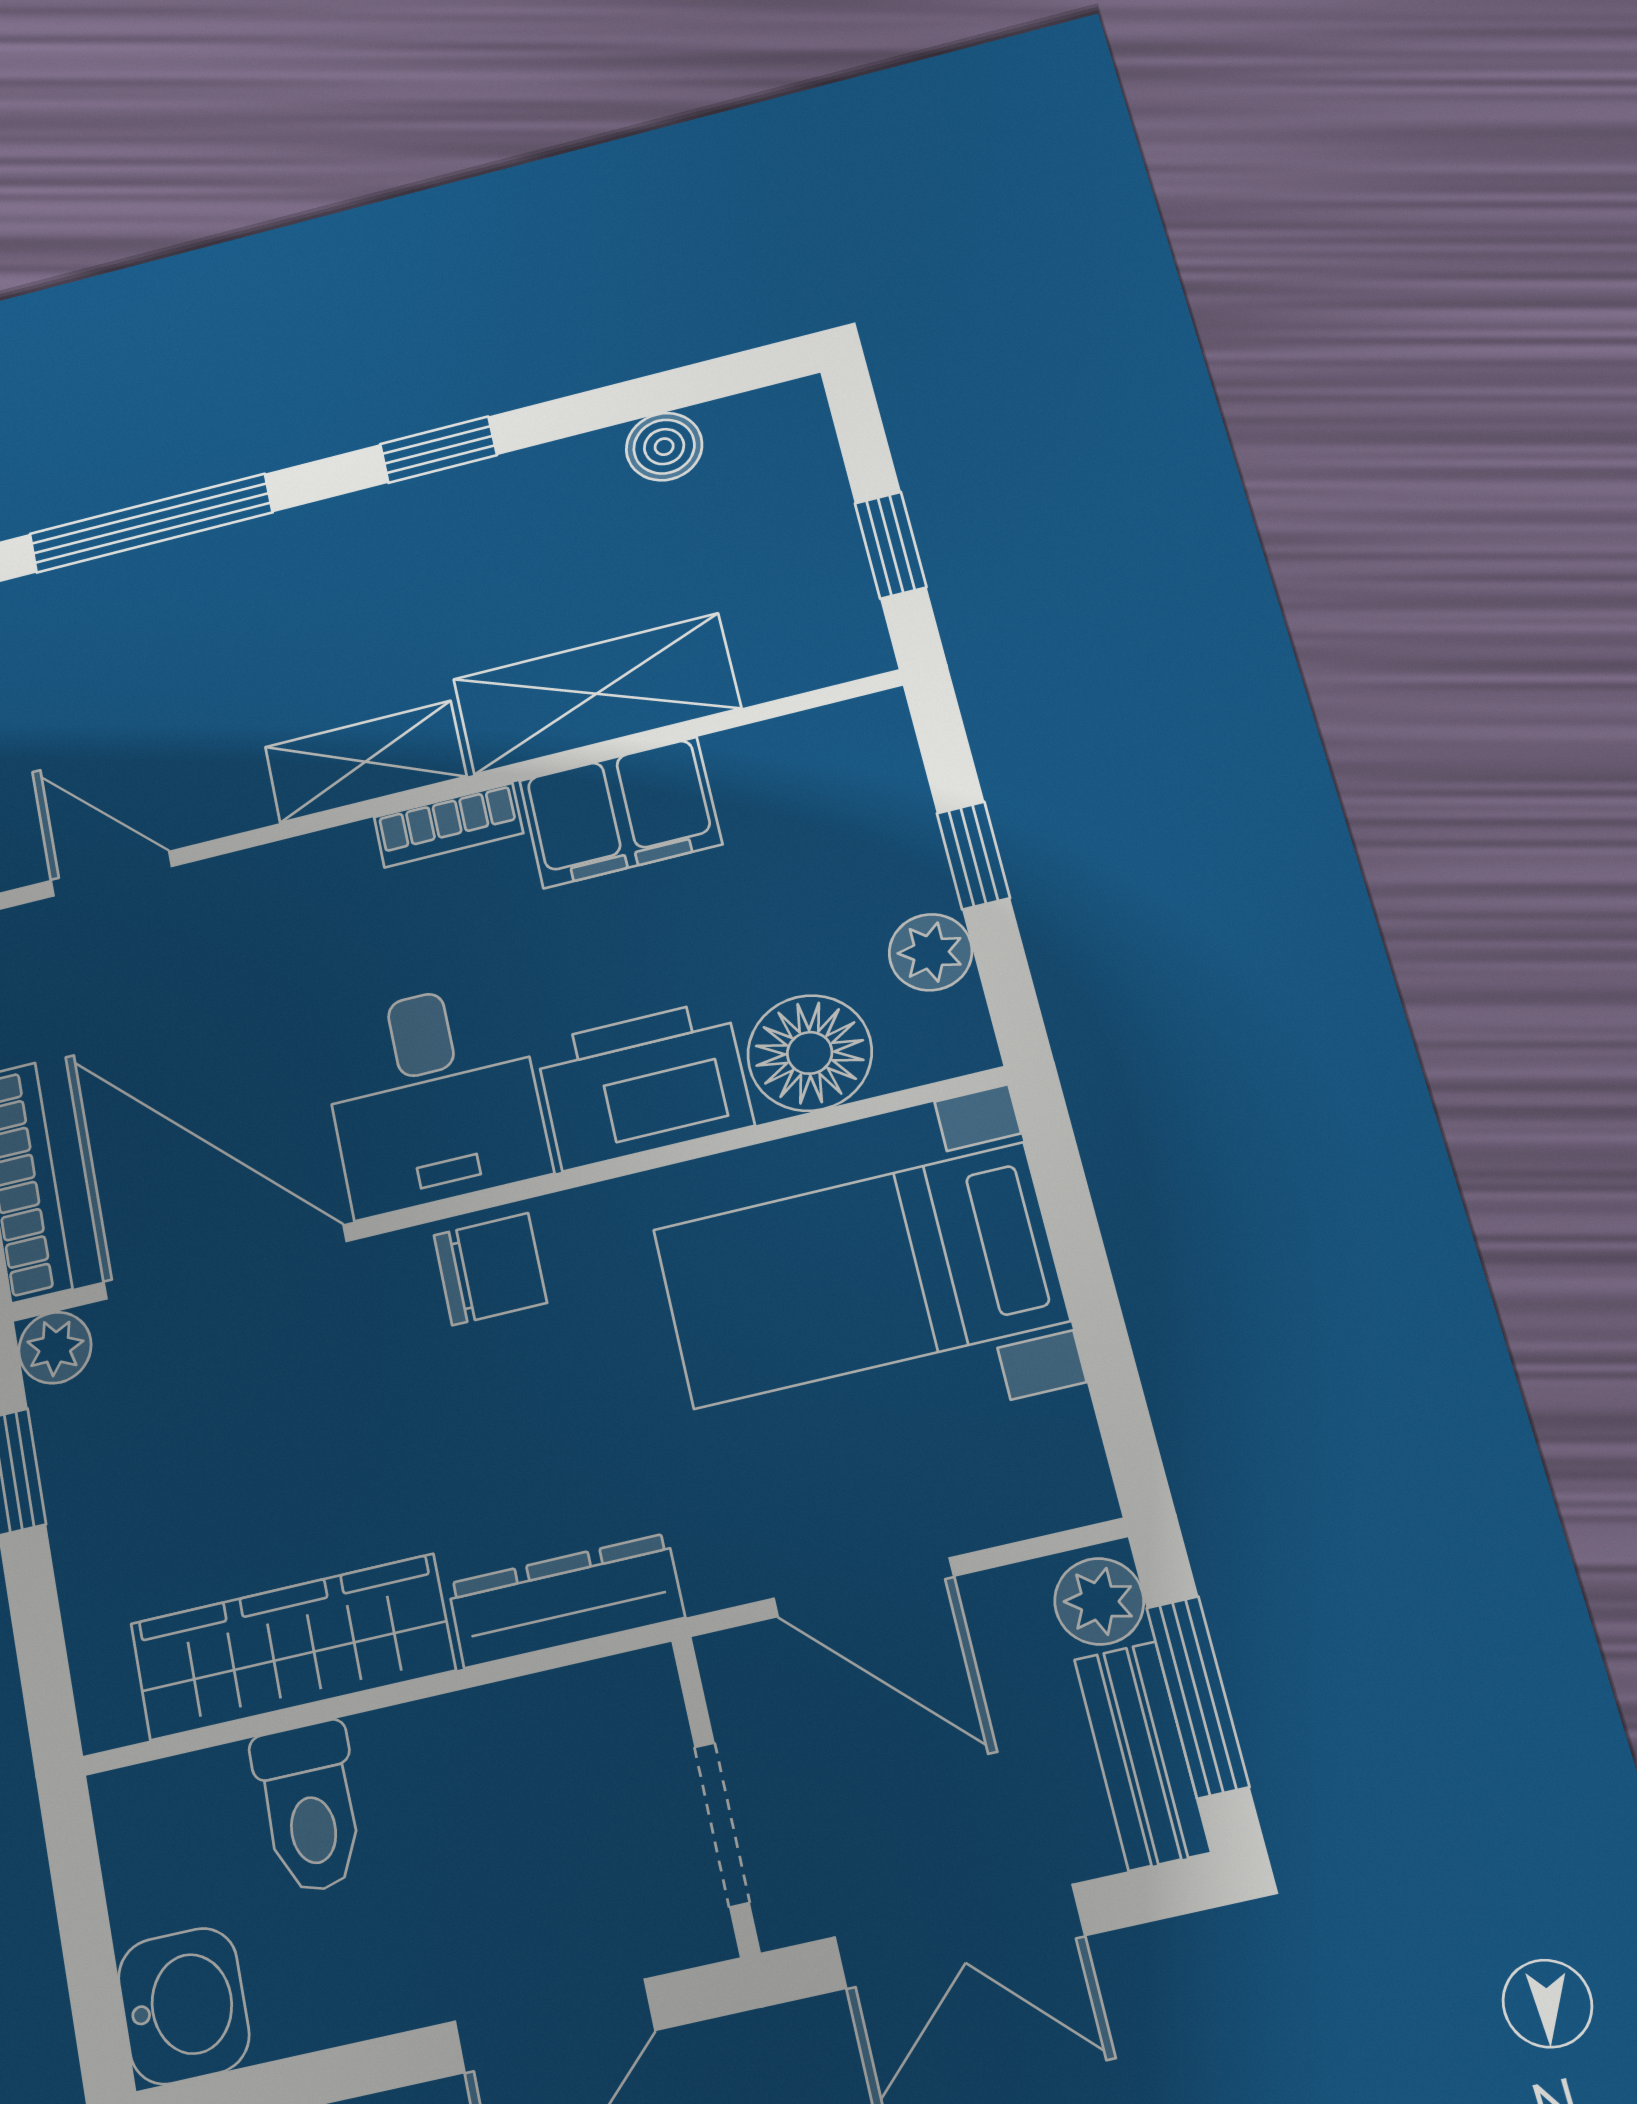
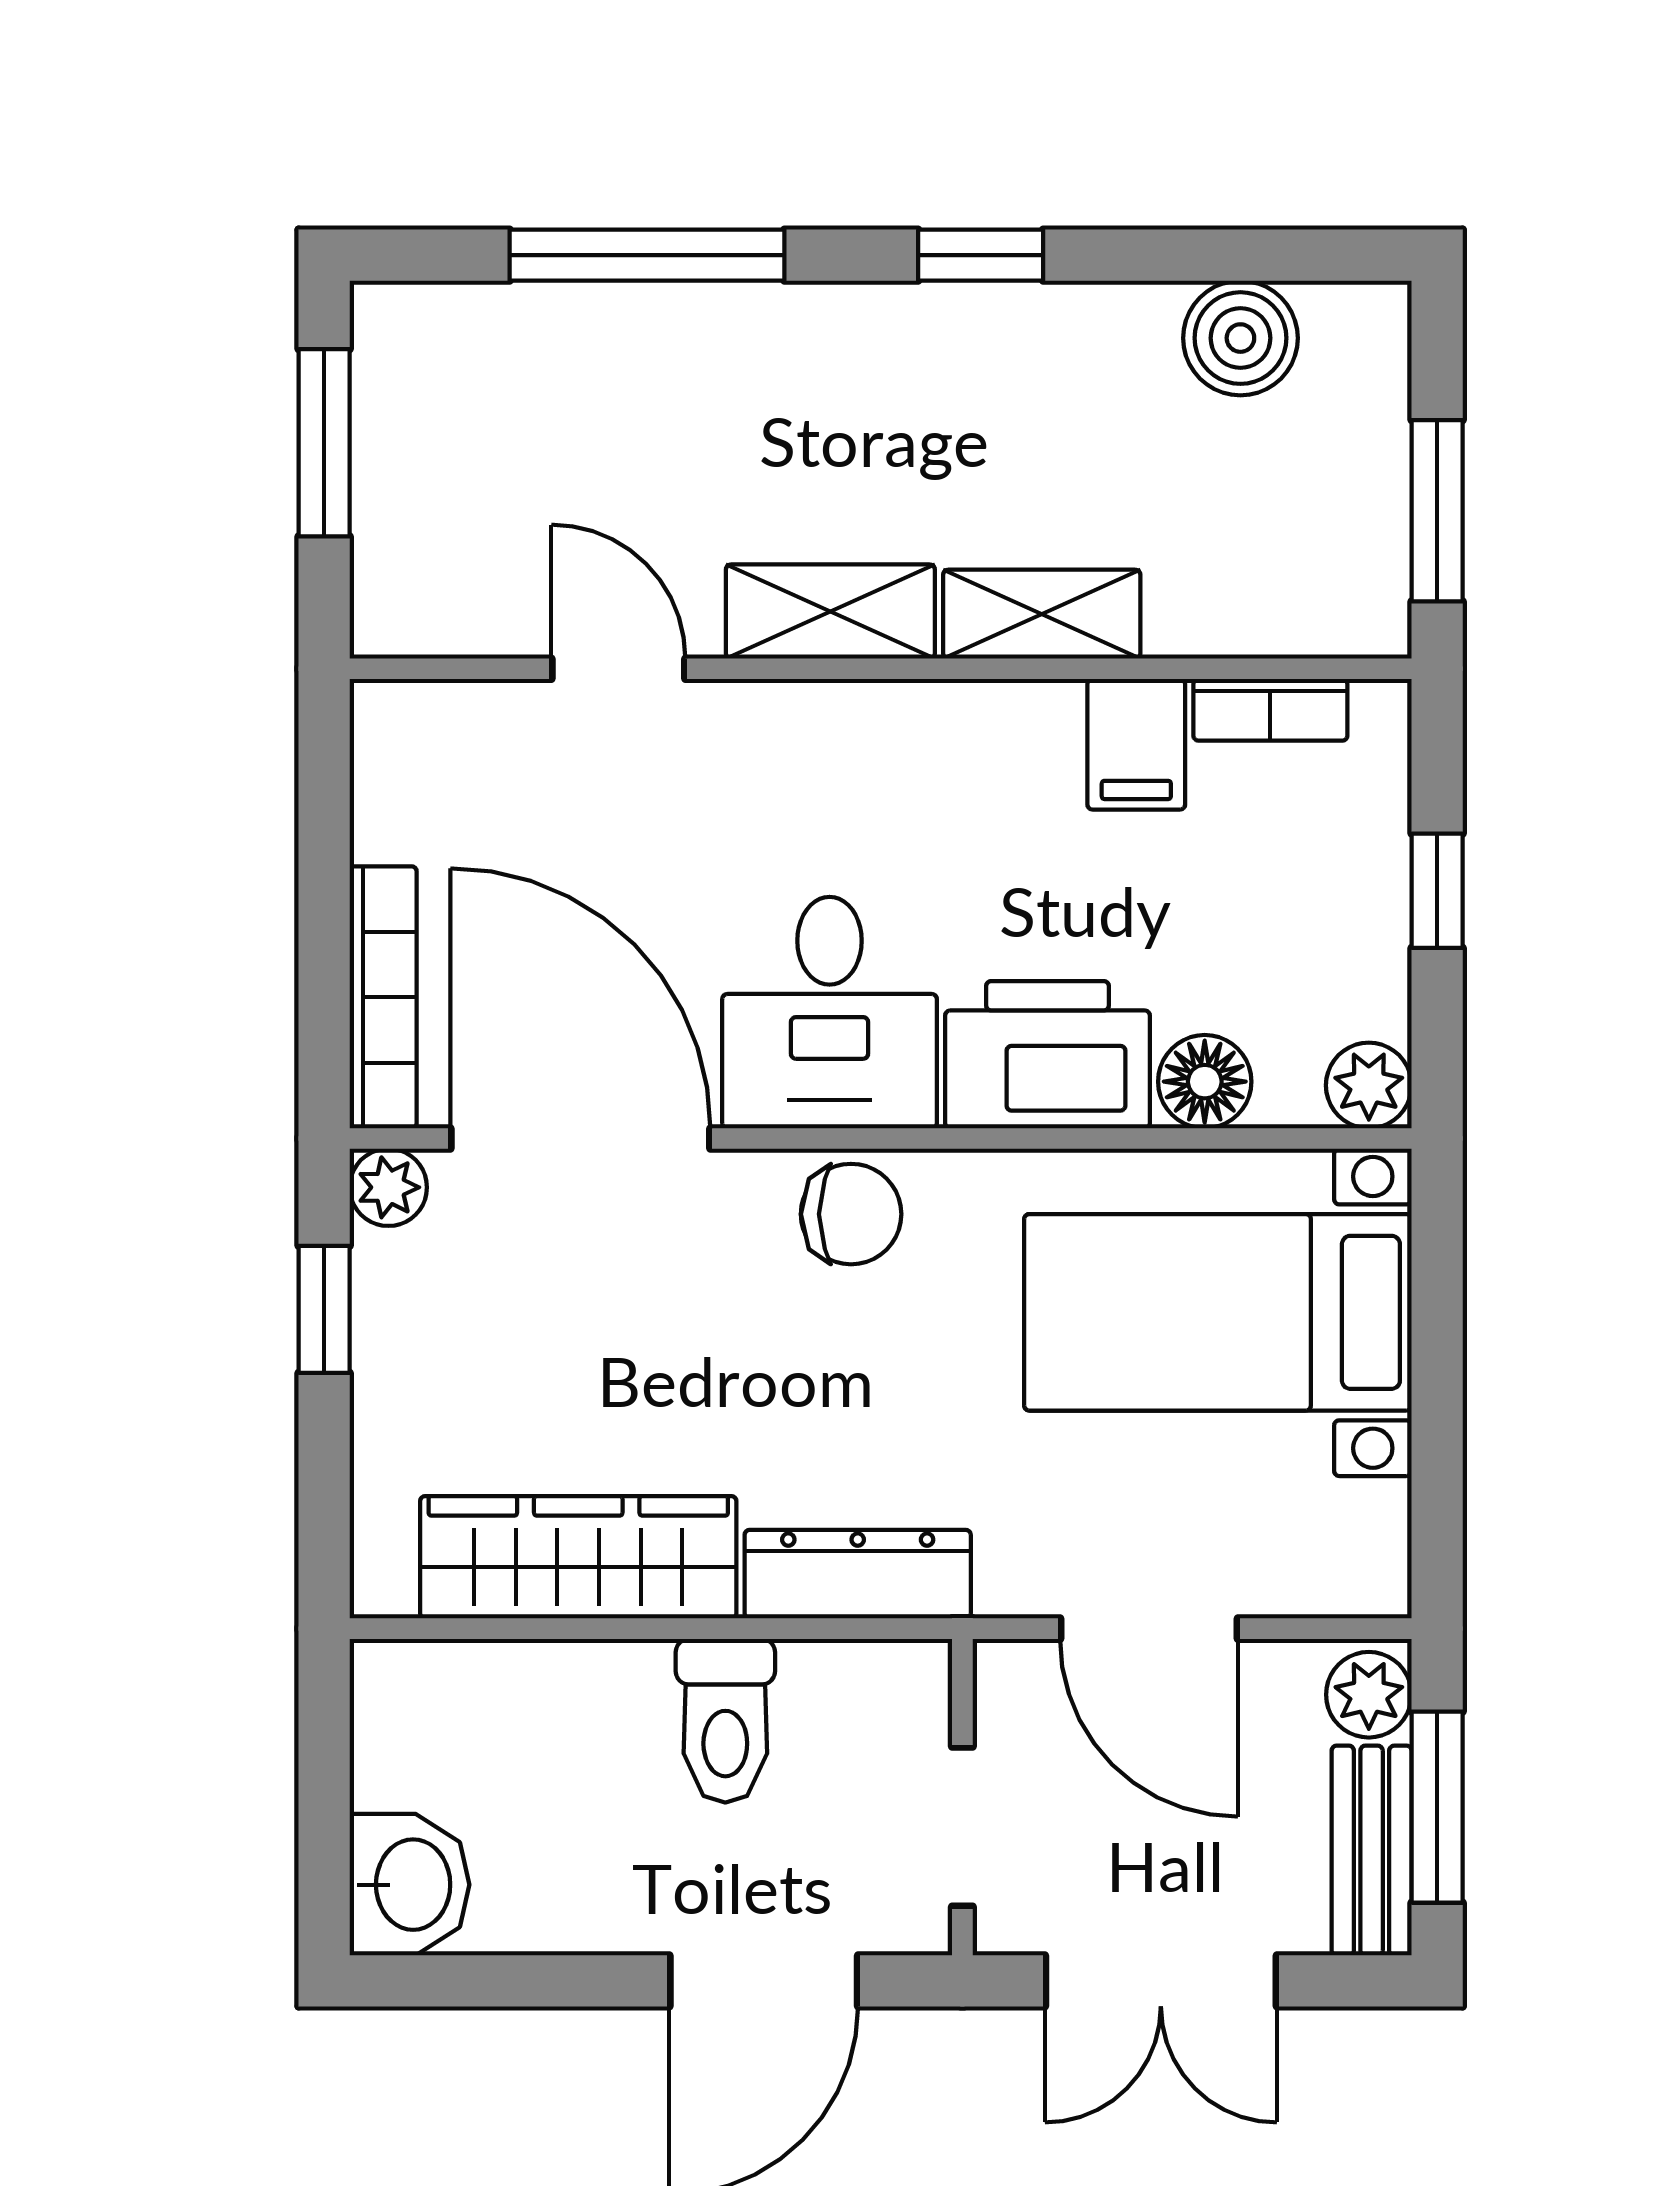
boiler: (664, 447) -> (1240, 338), width x1.36, depth x1.36
window: (891, 545) -> (1437, 511), width x1.50
shelving: (596, 694) -> (1042, 614), width x0.67, depth x0.75
filing cabinet: (620, 812) -> (1136, 744), width x0.50
bookcase: (448, 825) -> (1270, 710), moved
door: (111, 874) -> (618, 669), moved
plant: (931, 952) -> (1369, 1085), moved
floor lamp: (810, 1053) -> (1205, 1082), width x0.73, depth x0.73
toilet: (309, 1808) -> (725, 1721), moved

